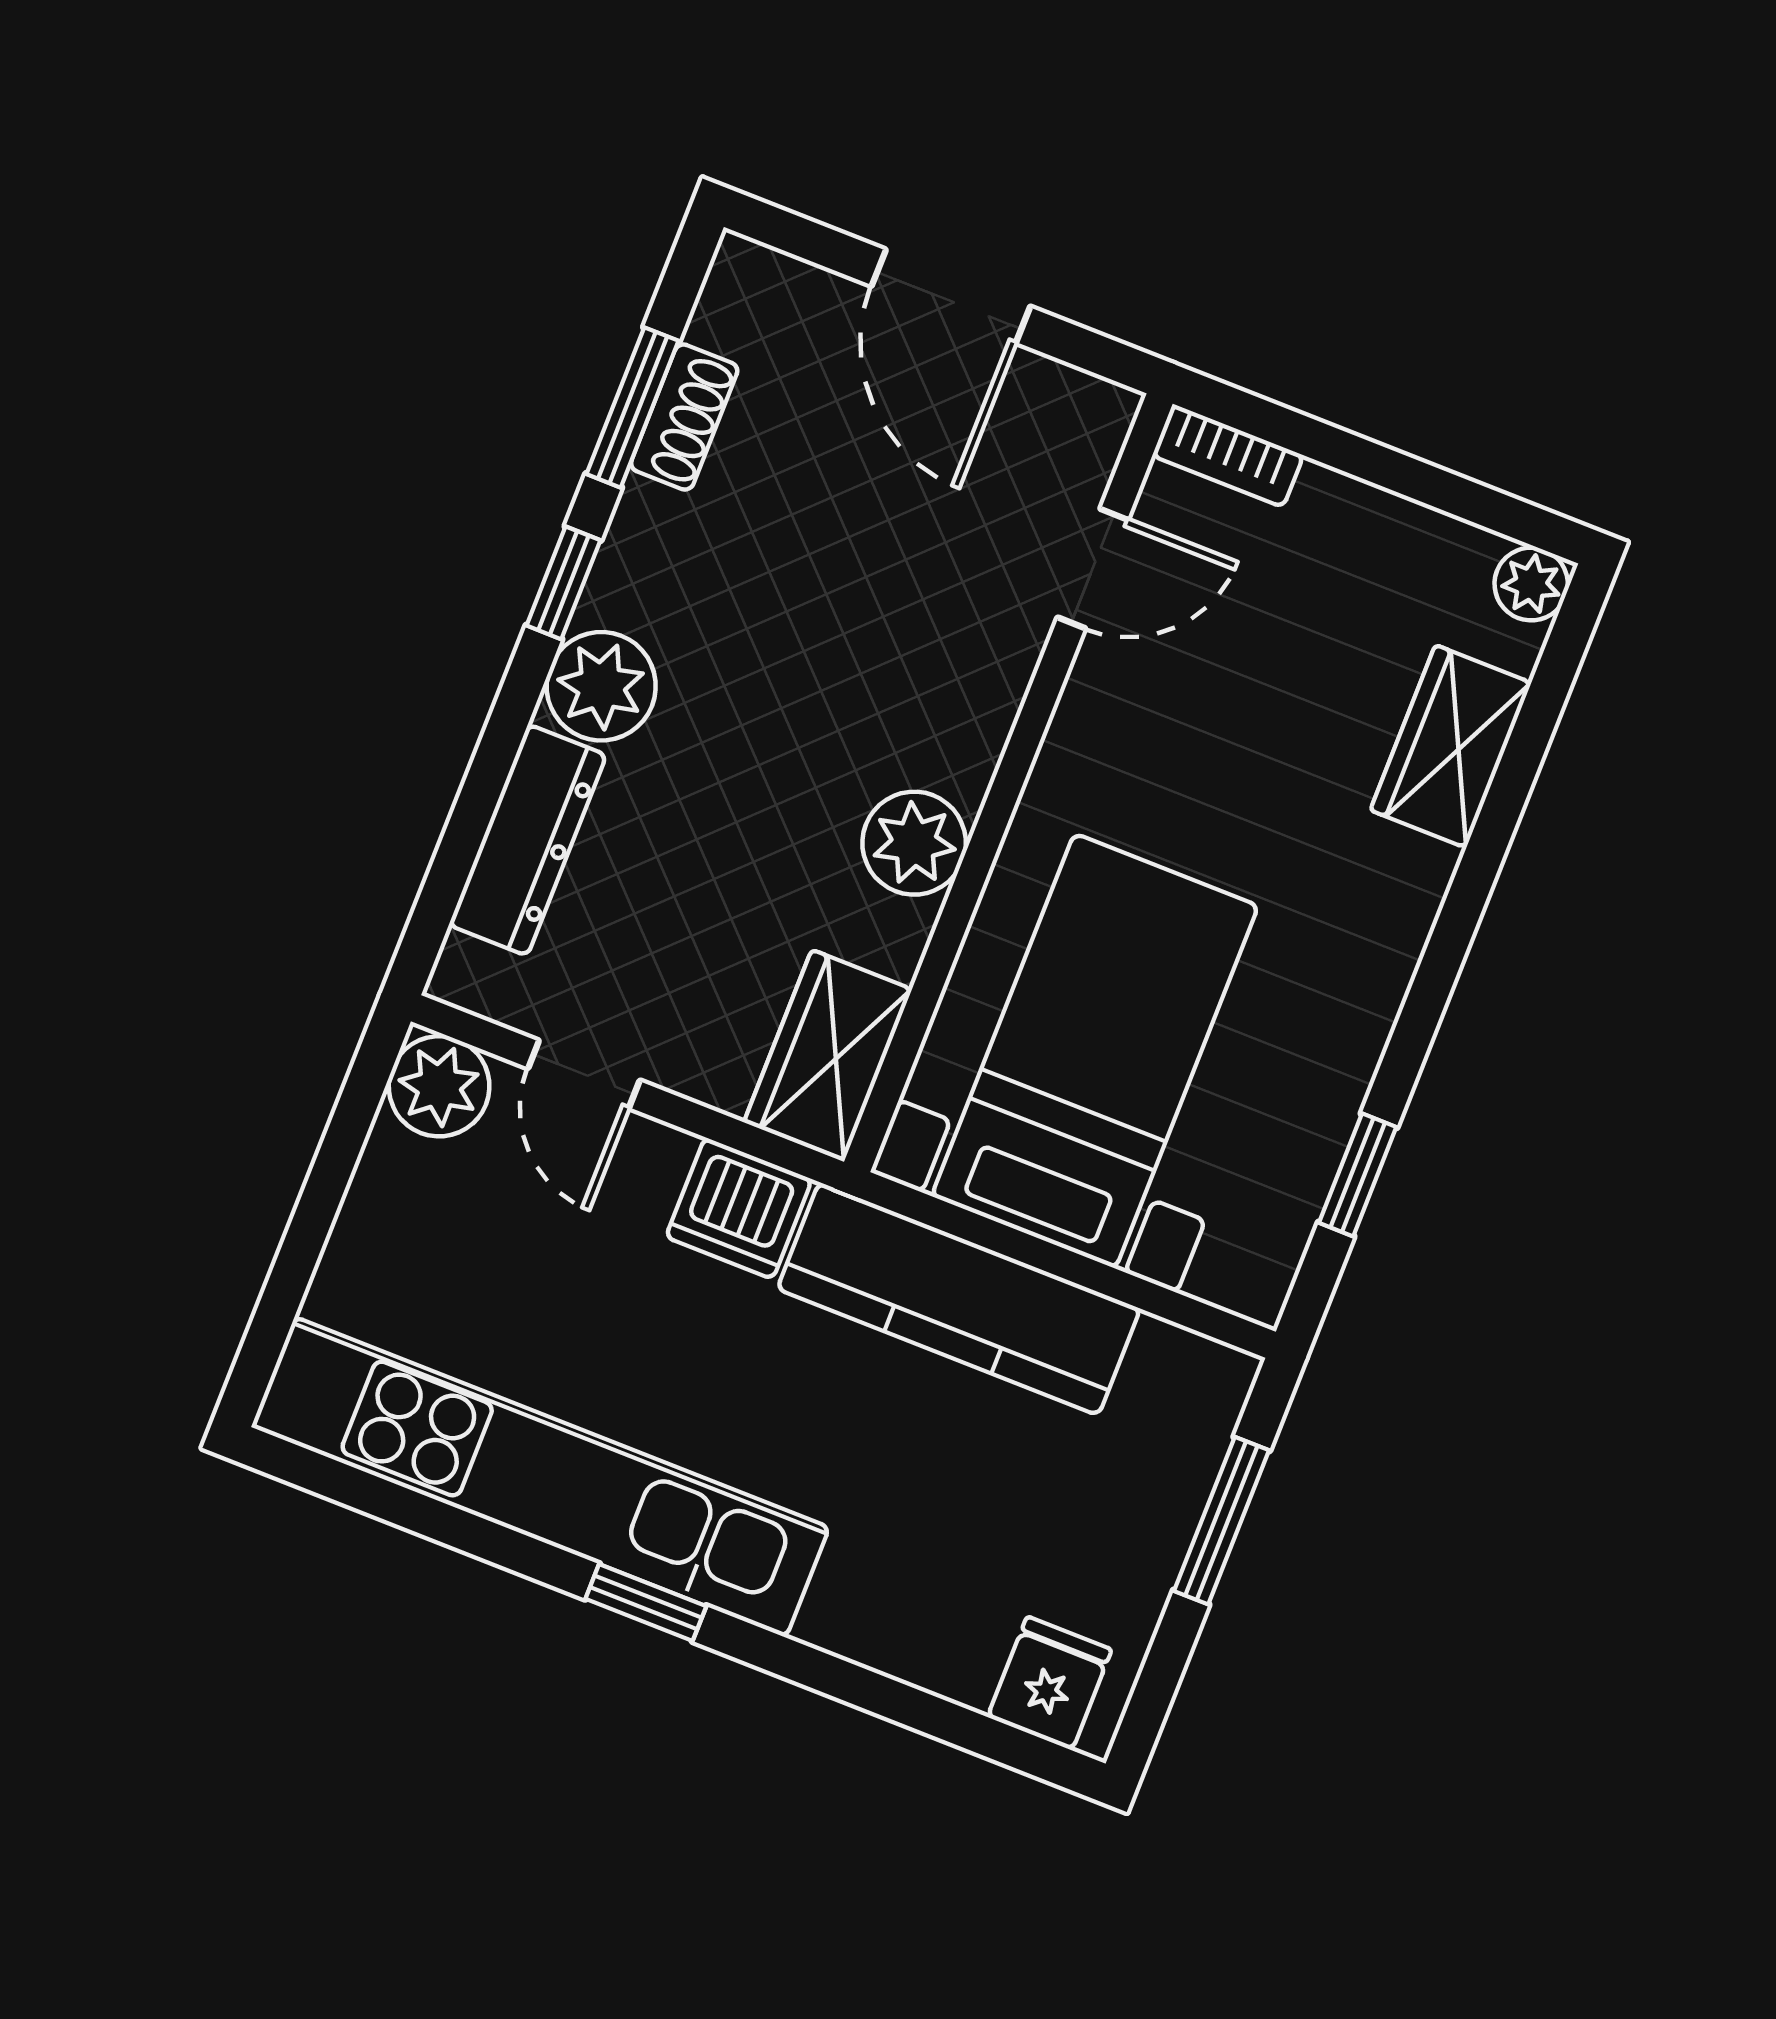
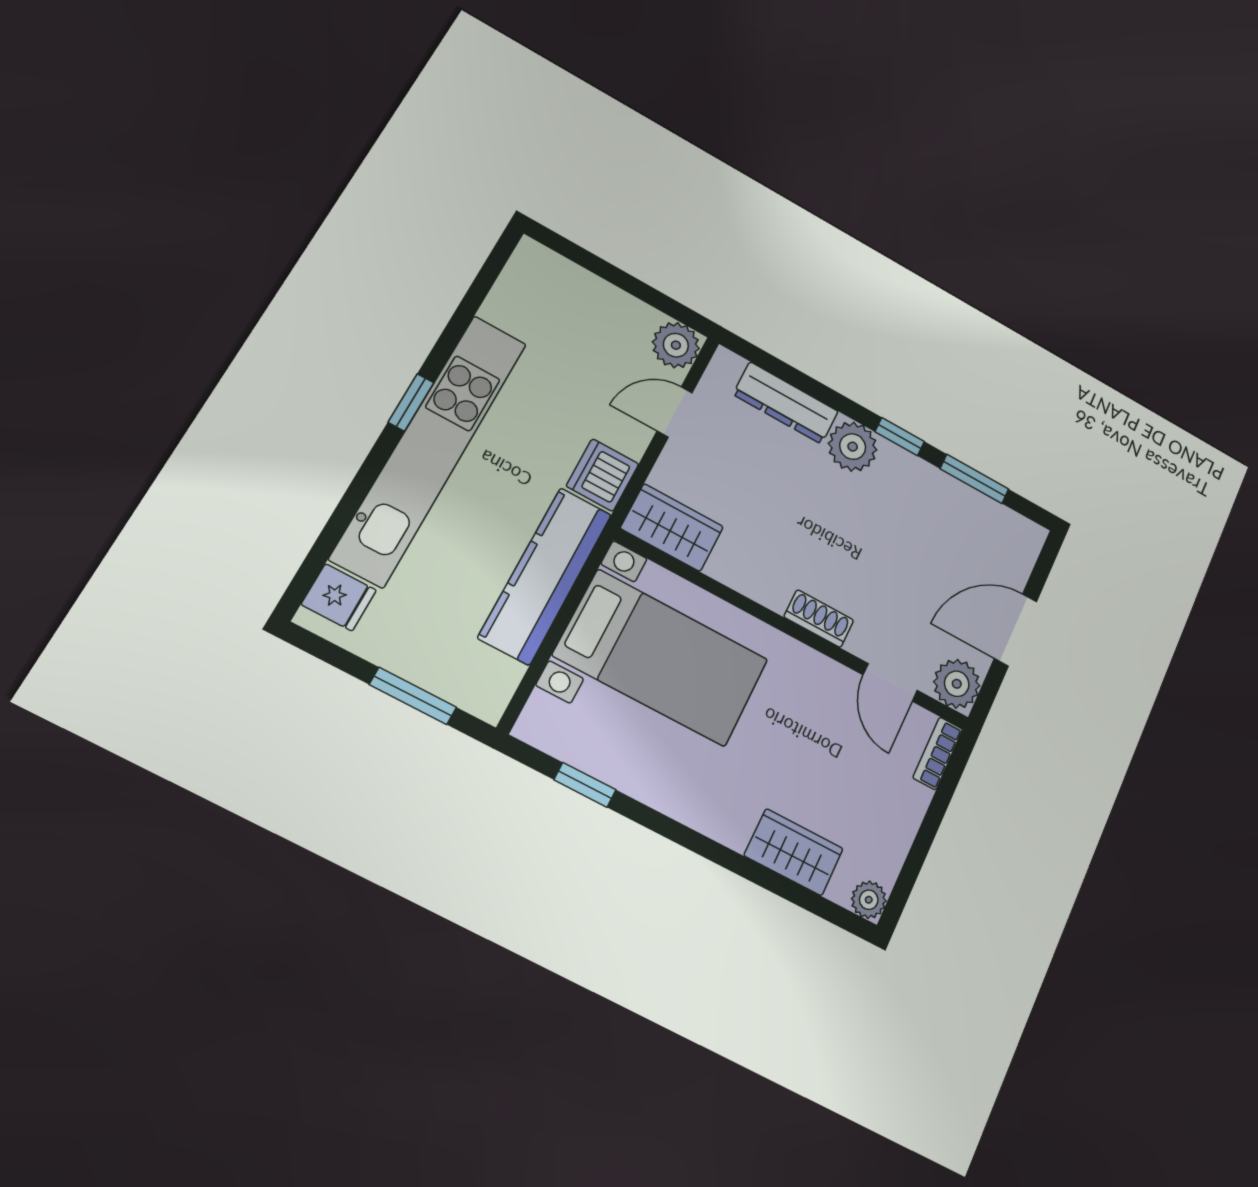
shoe rack: (684, 417) -> (819, 619), moved, turned 180
plant: (914, 843) -> (957, 684), moved
kitchen unit: (540, 1477) -> (430, 449), moved

